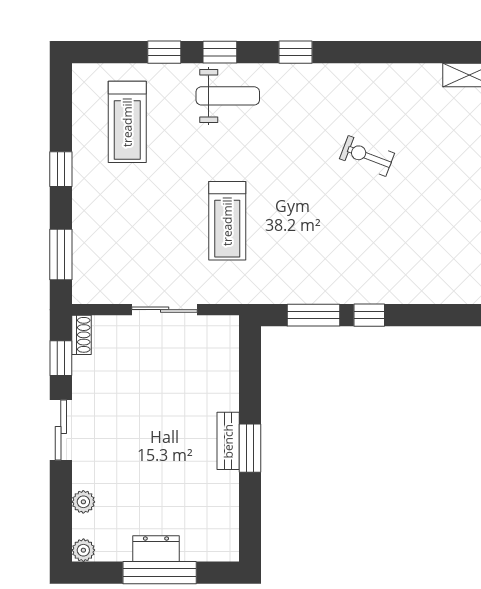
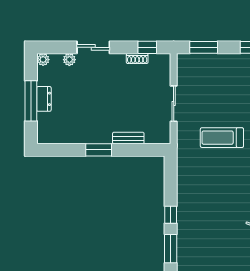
window: (314, 315) -> (171, 249), moved
shoe rack: (81, 335) -> (137, 58), moved
sliding door: (61, 430) -> (93, 47), moved
bench: (228, 441) -> (128, 138), moved

